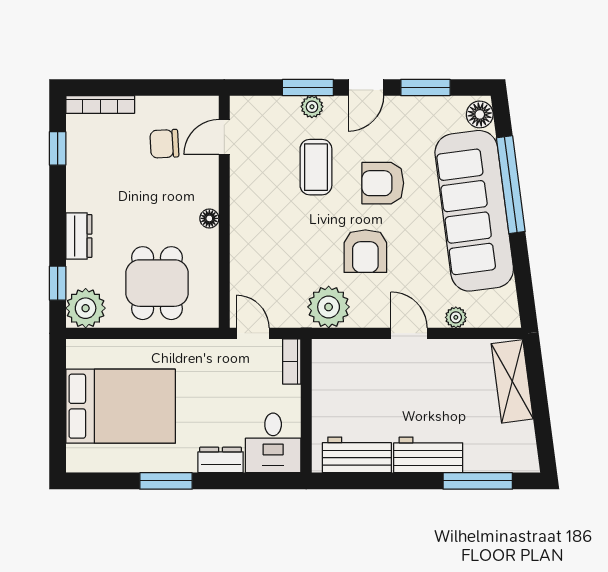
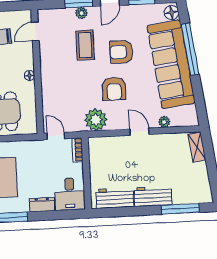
shelving: (512, 381) -> (197, 147), width x0.67, depth x0.75

